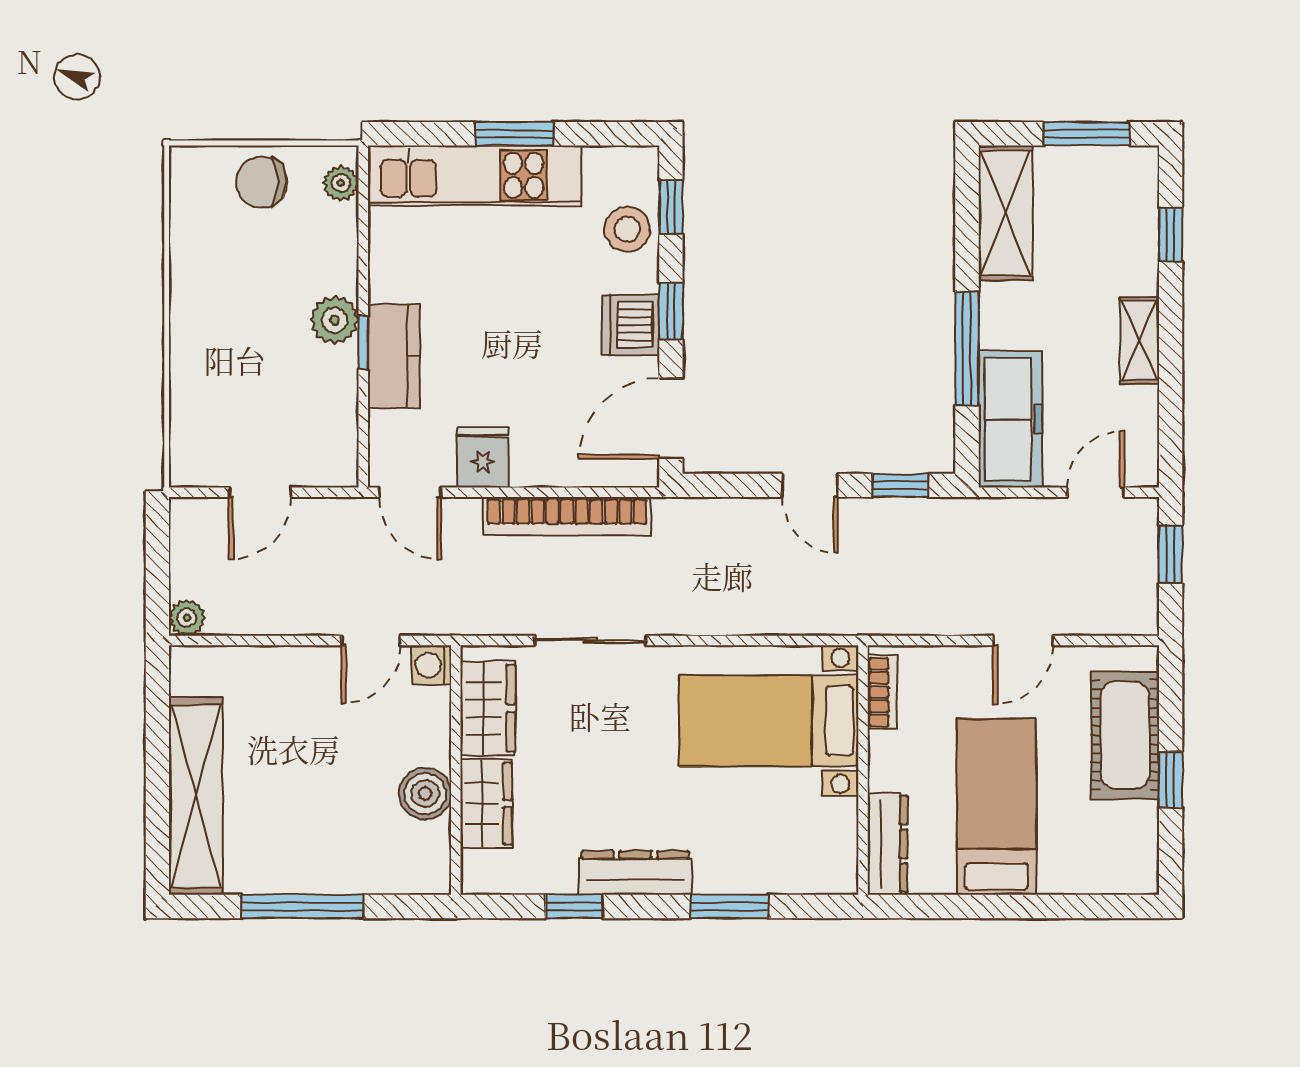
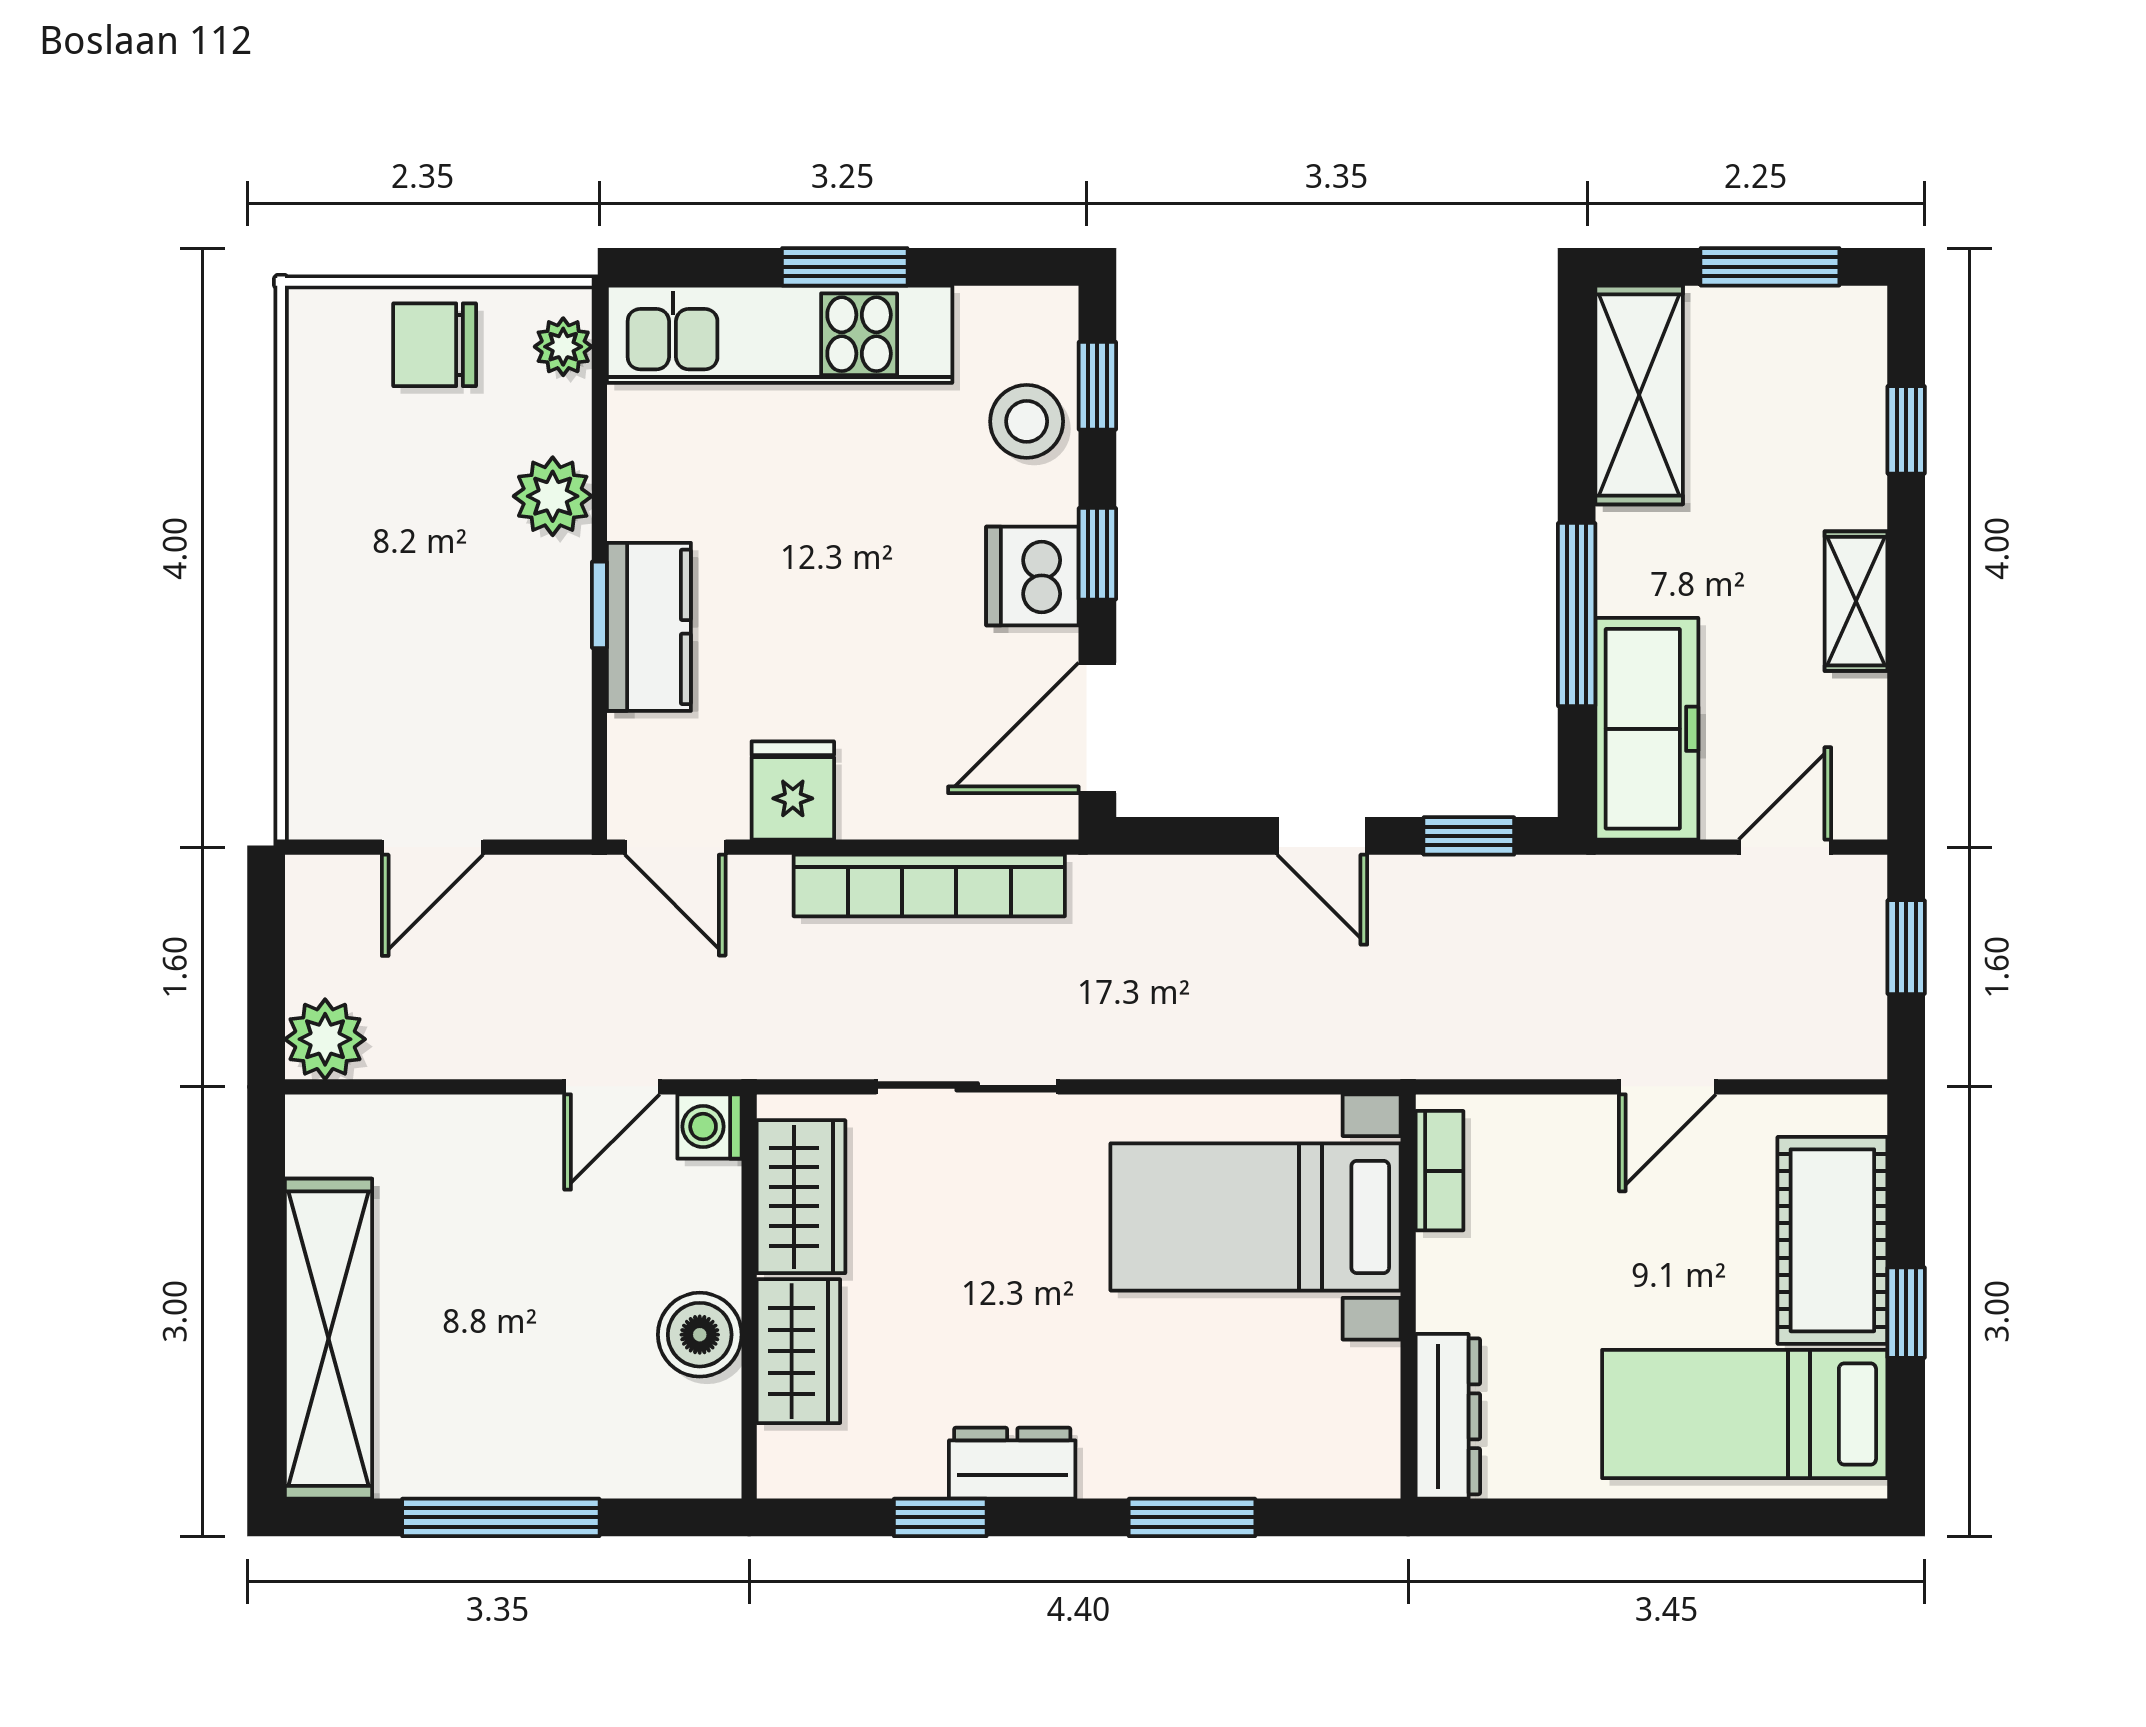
plant: (334, 320) -> (553, 496), moved
plant: (187, 618) -> (325, 1039), width x1.38, depth x1.38
bed: (996, 807) -> (1745, 1414), moved, turned -90
dresser: (635, 873) -> (1012, 1463), width x0.70

